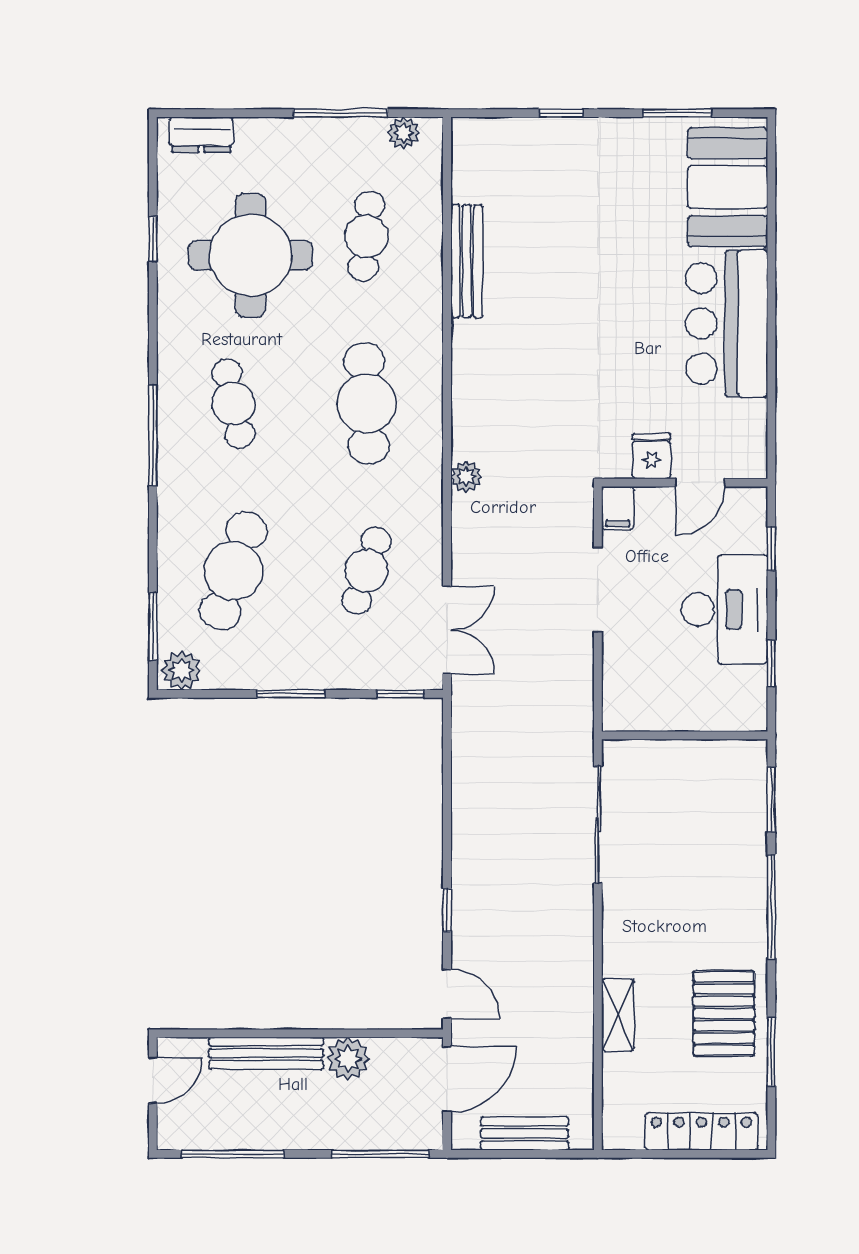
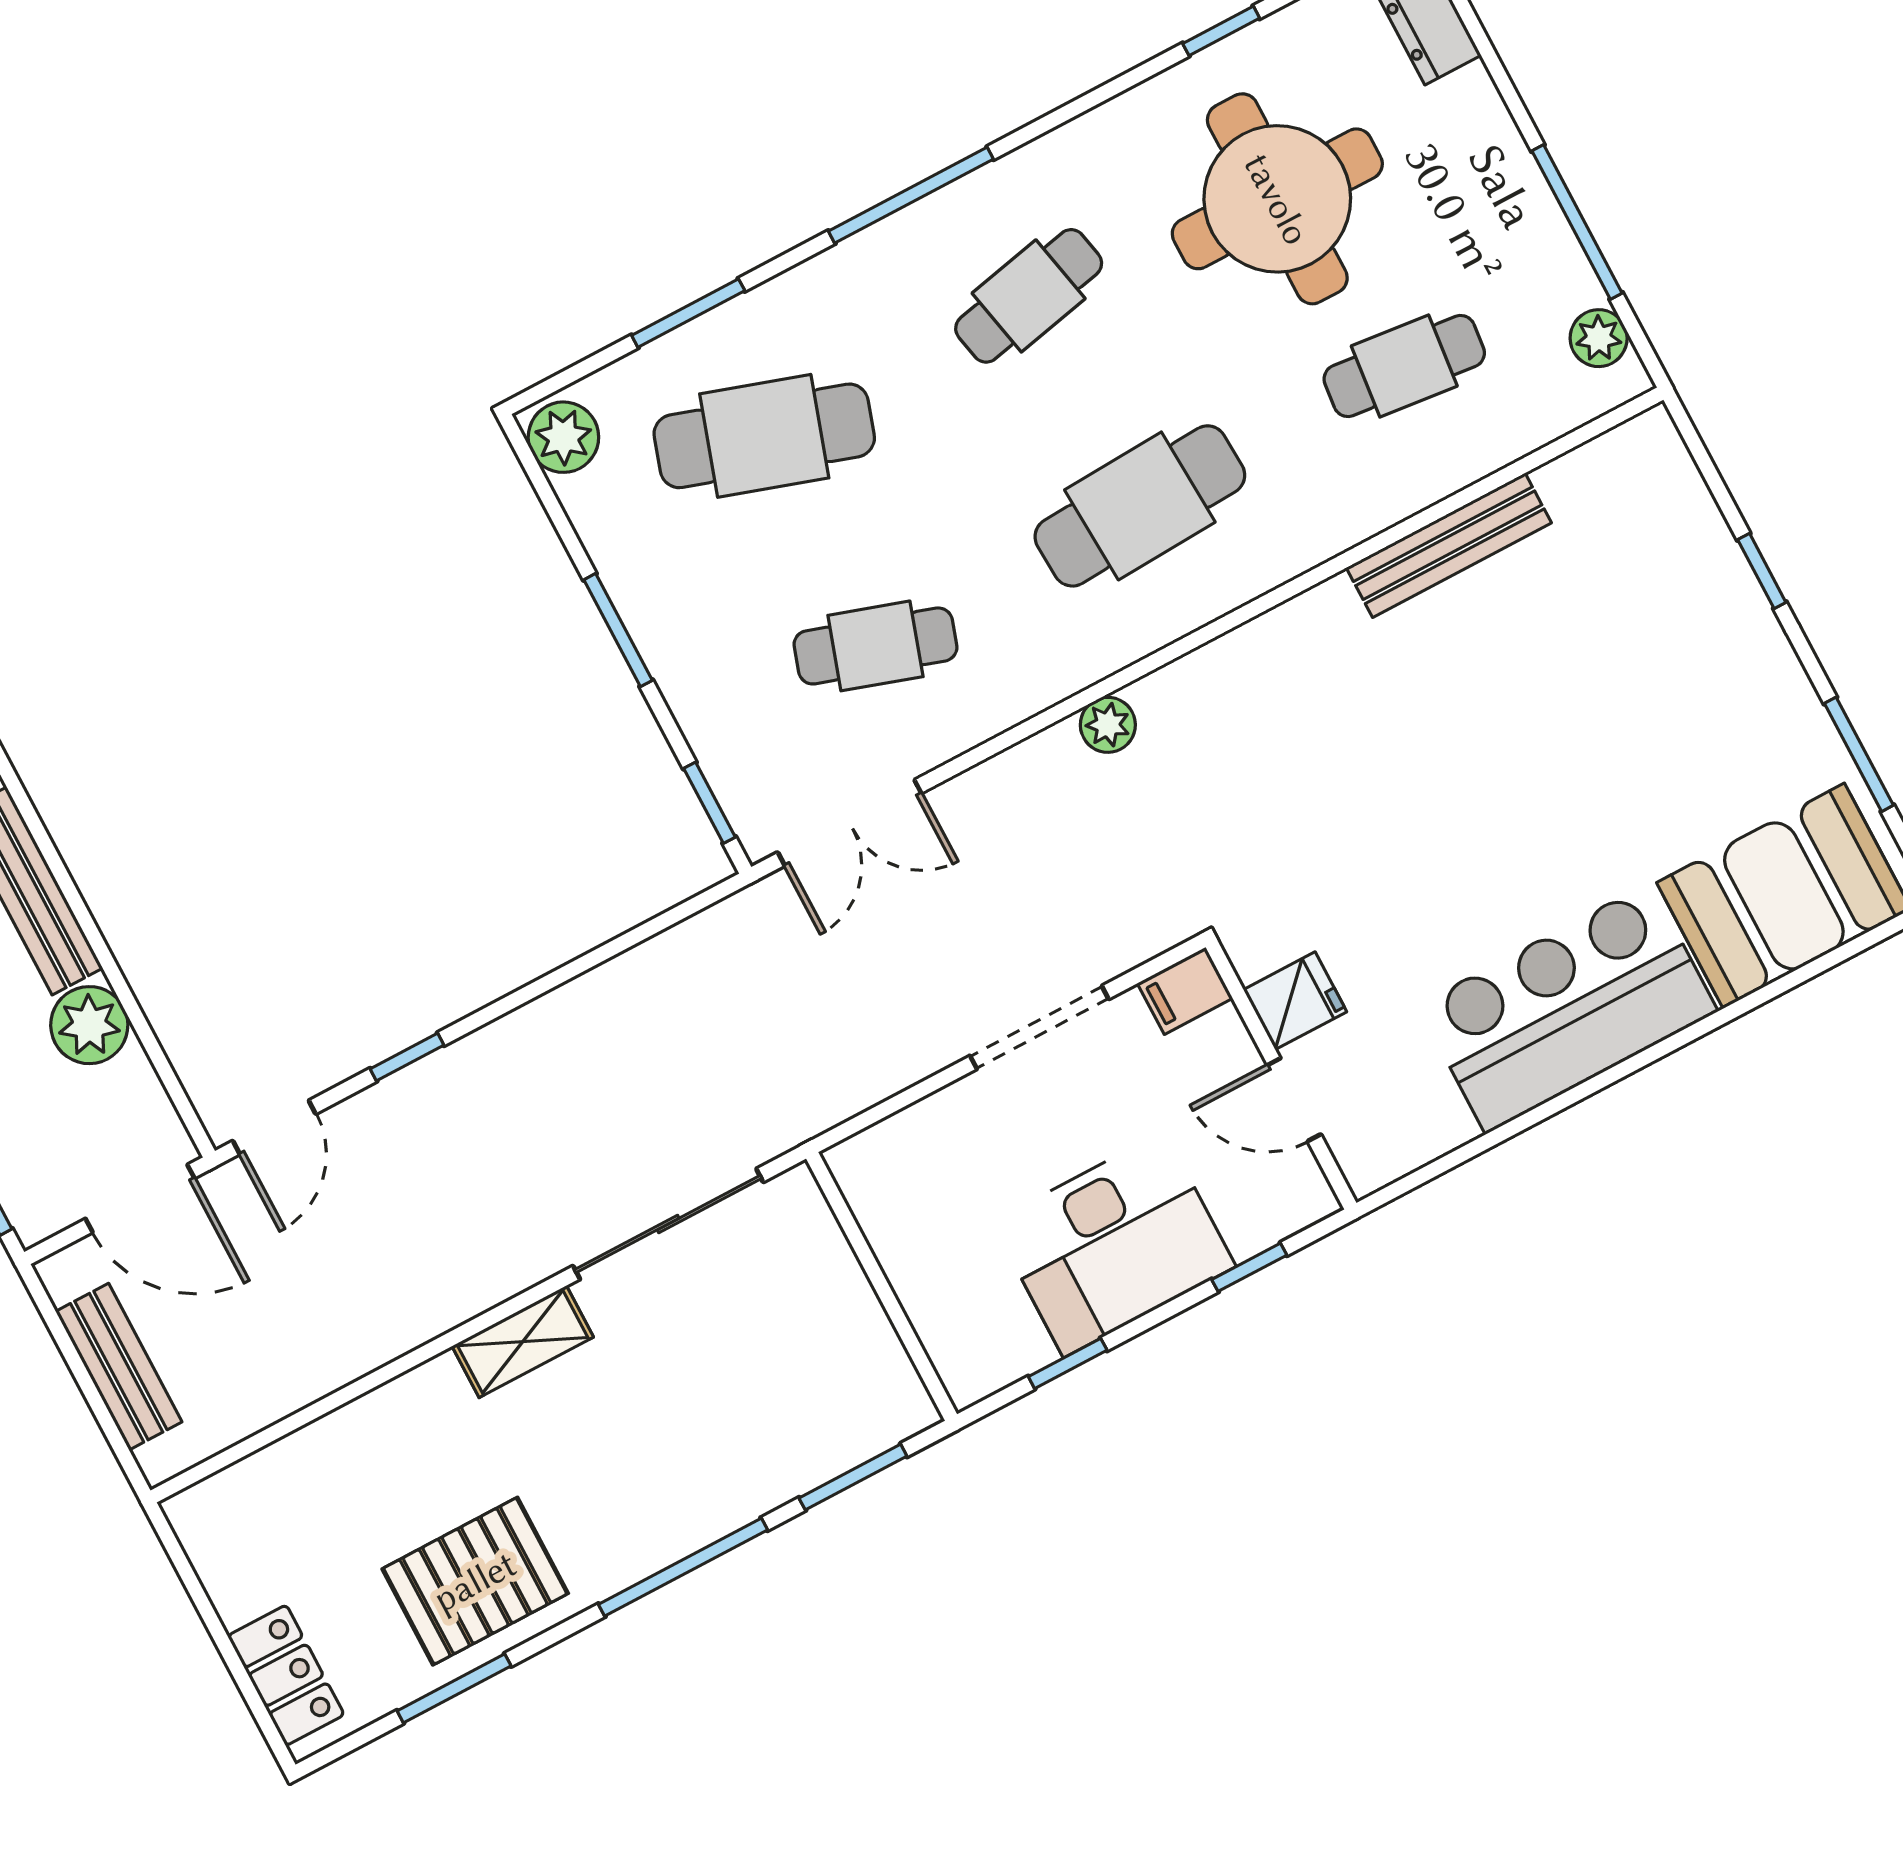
window: (153, 626) -> (688, 313), moved
shelving: (618, 1015) -> (523, 1342), moved
locker: (701, 1132) -> (286, 1675), width x0.66

